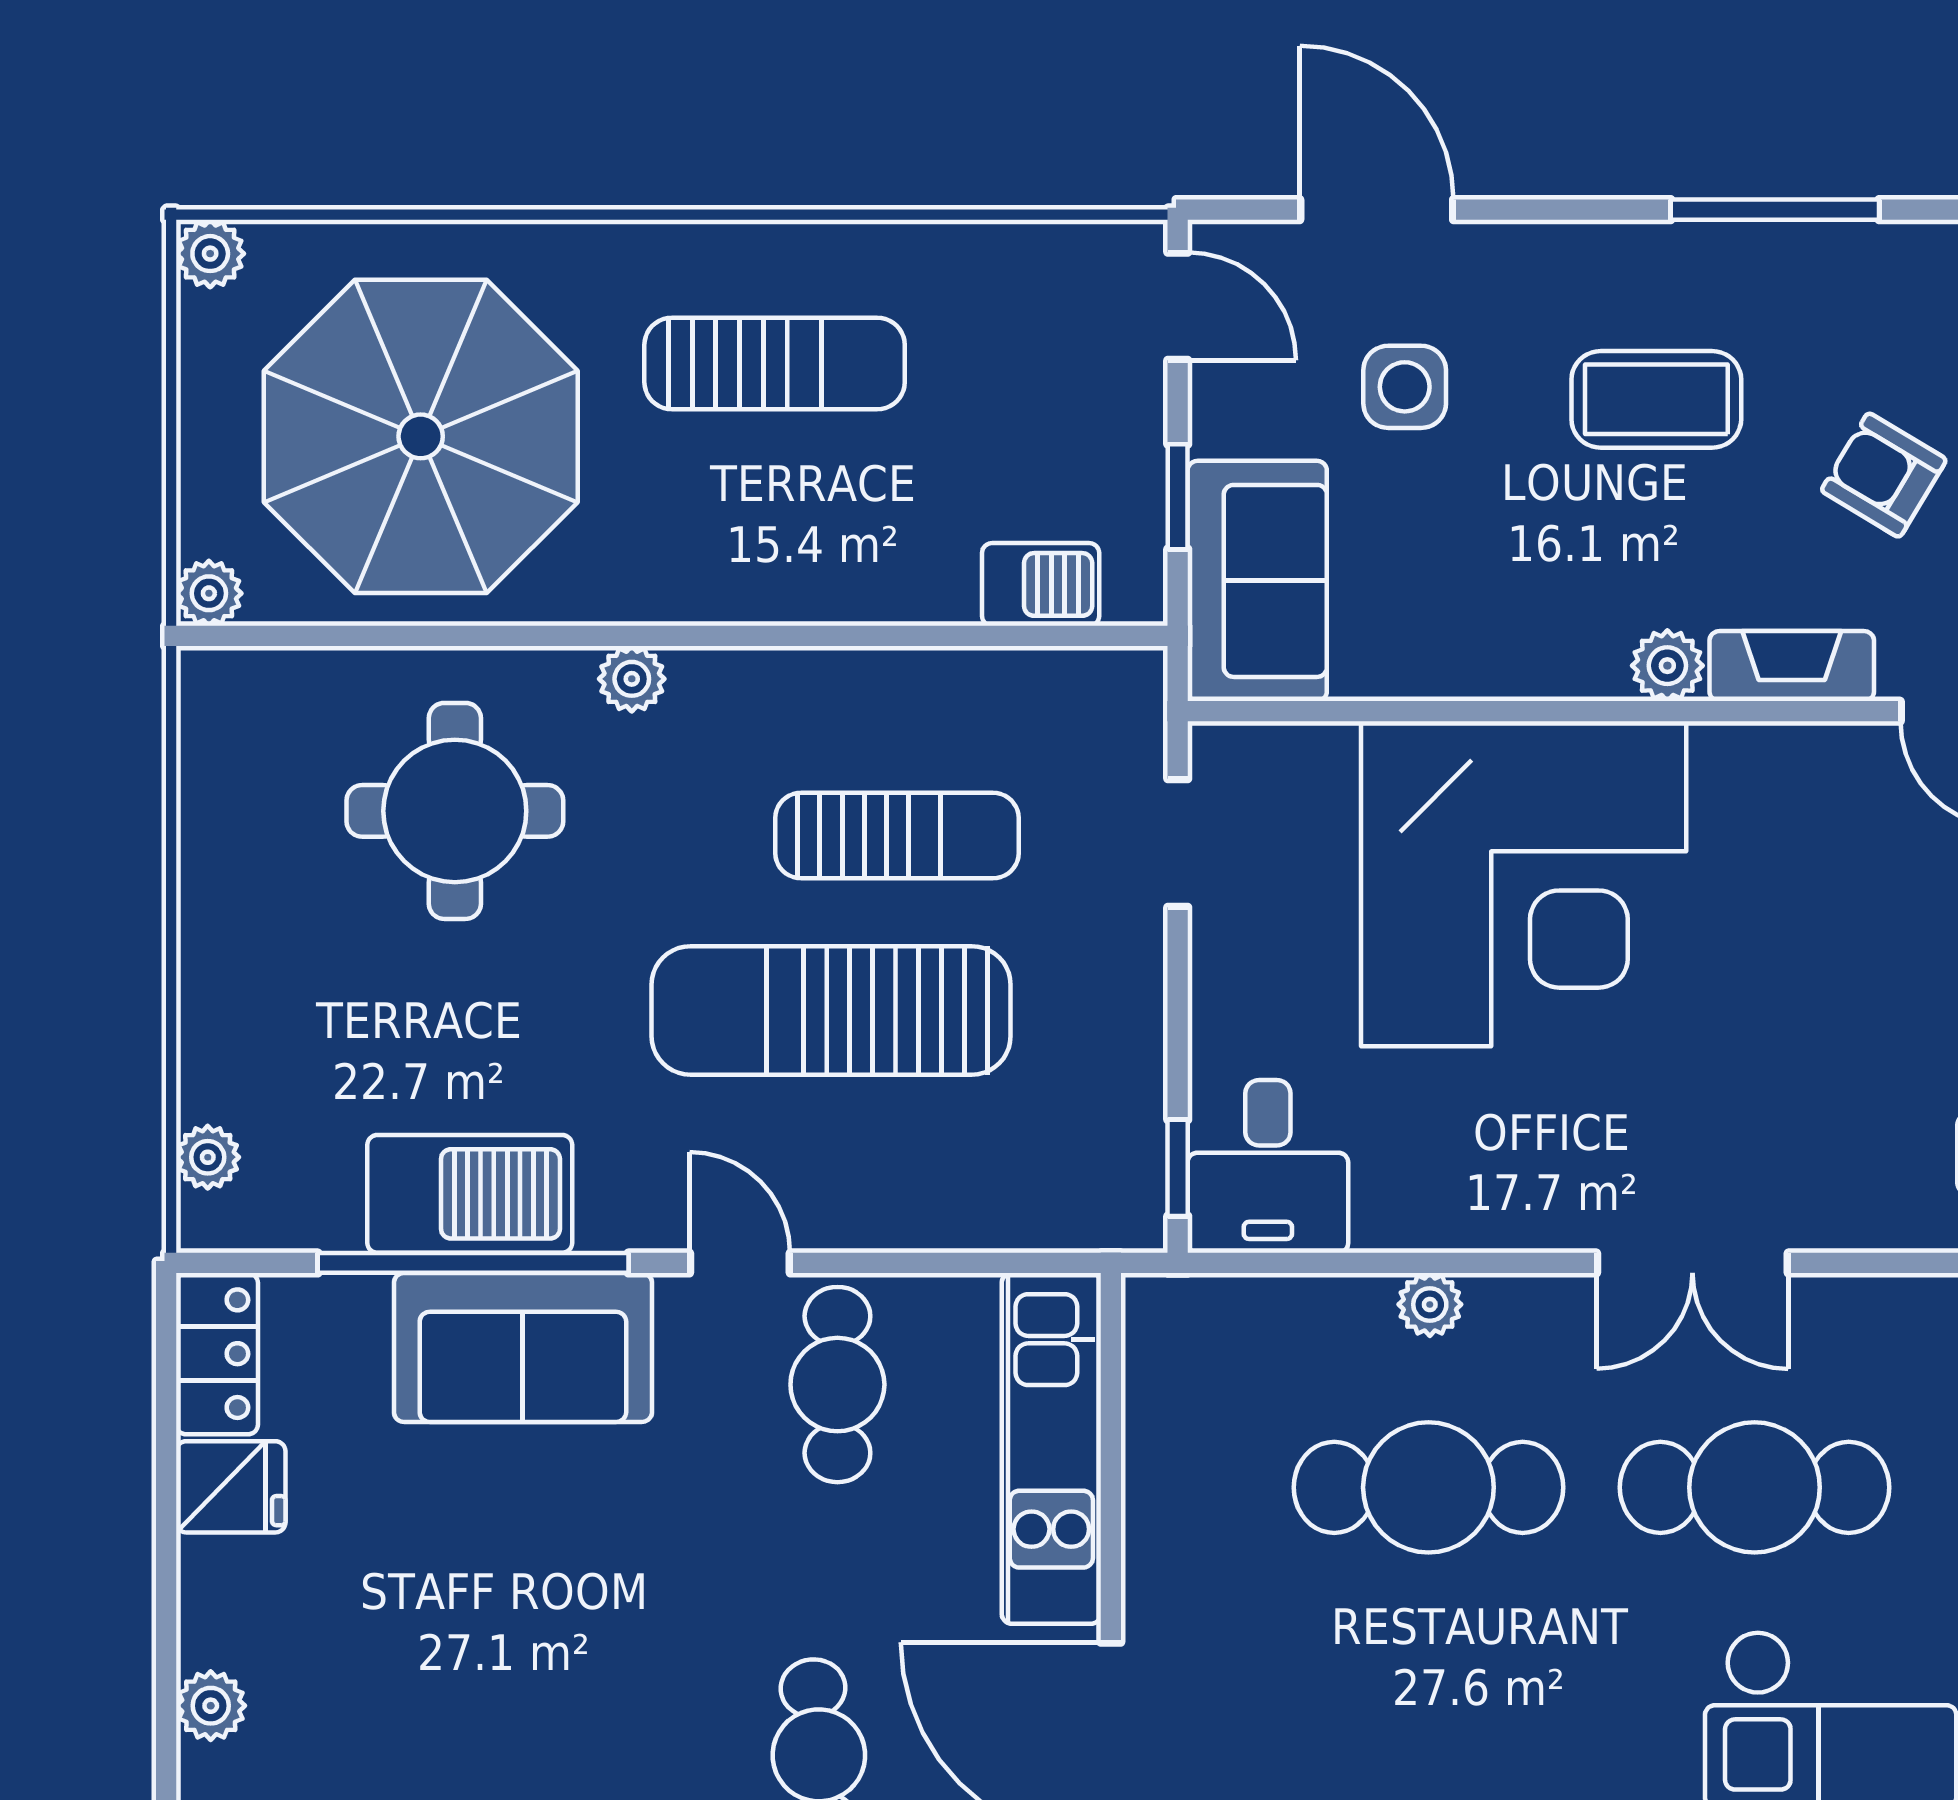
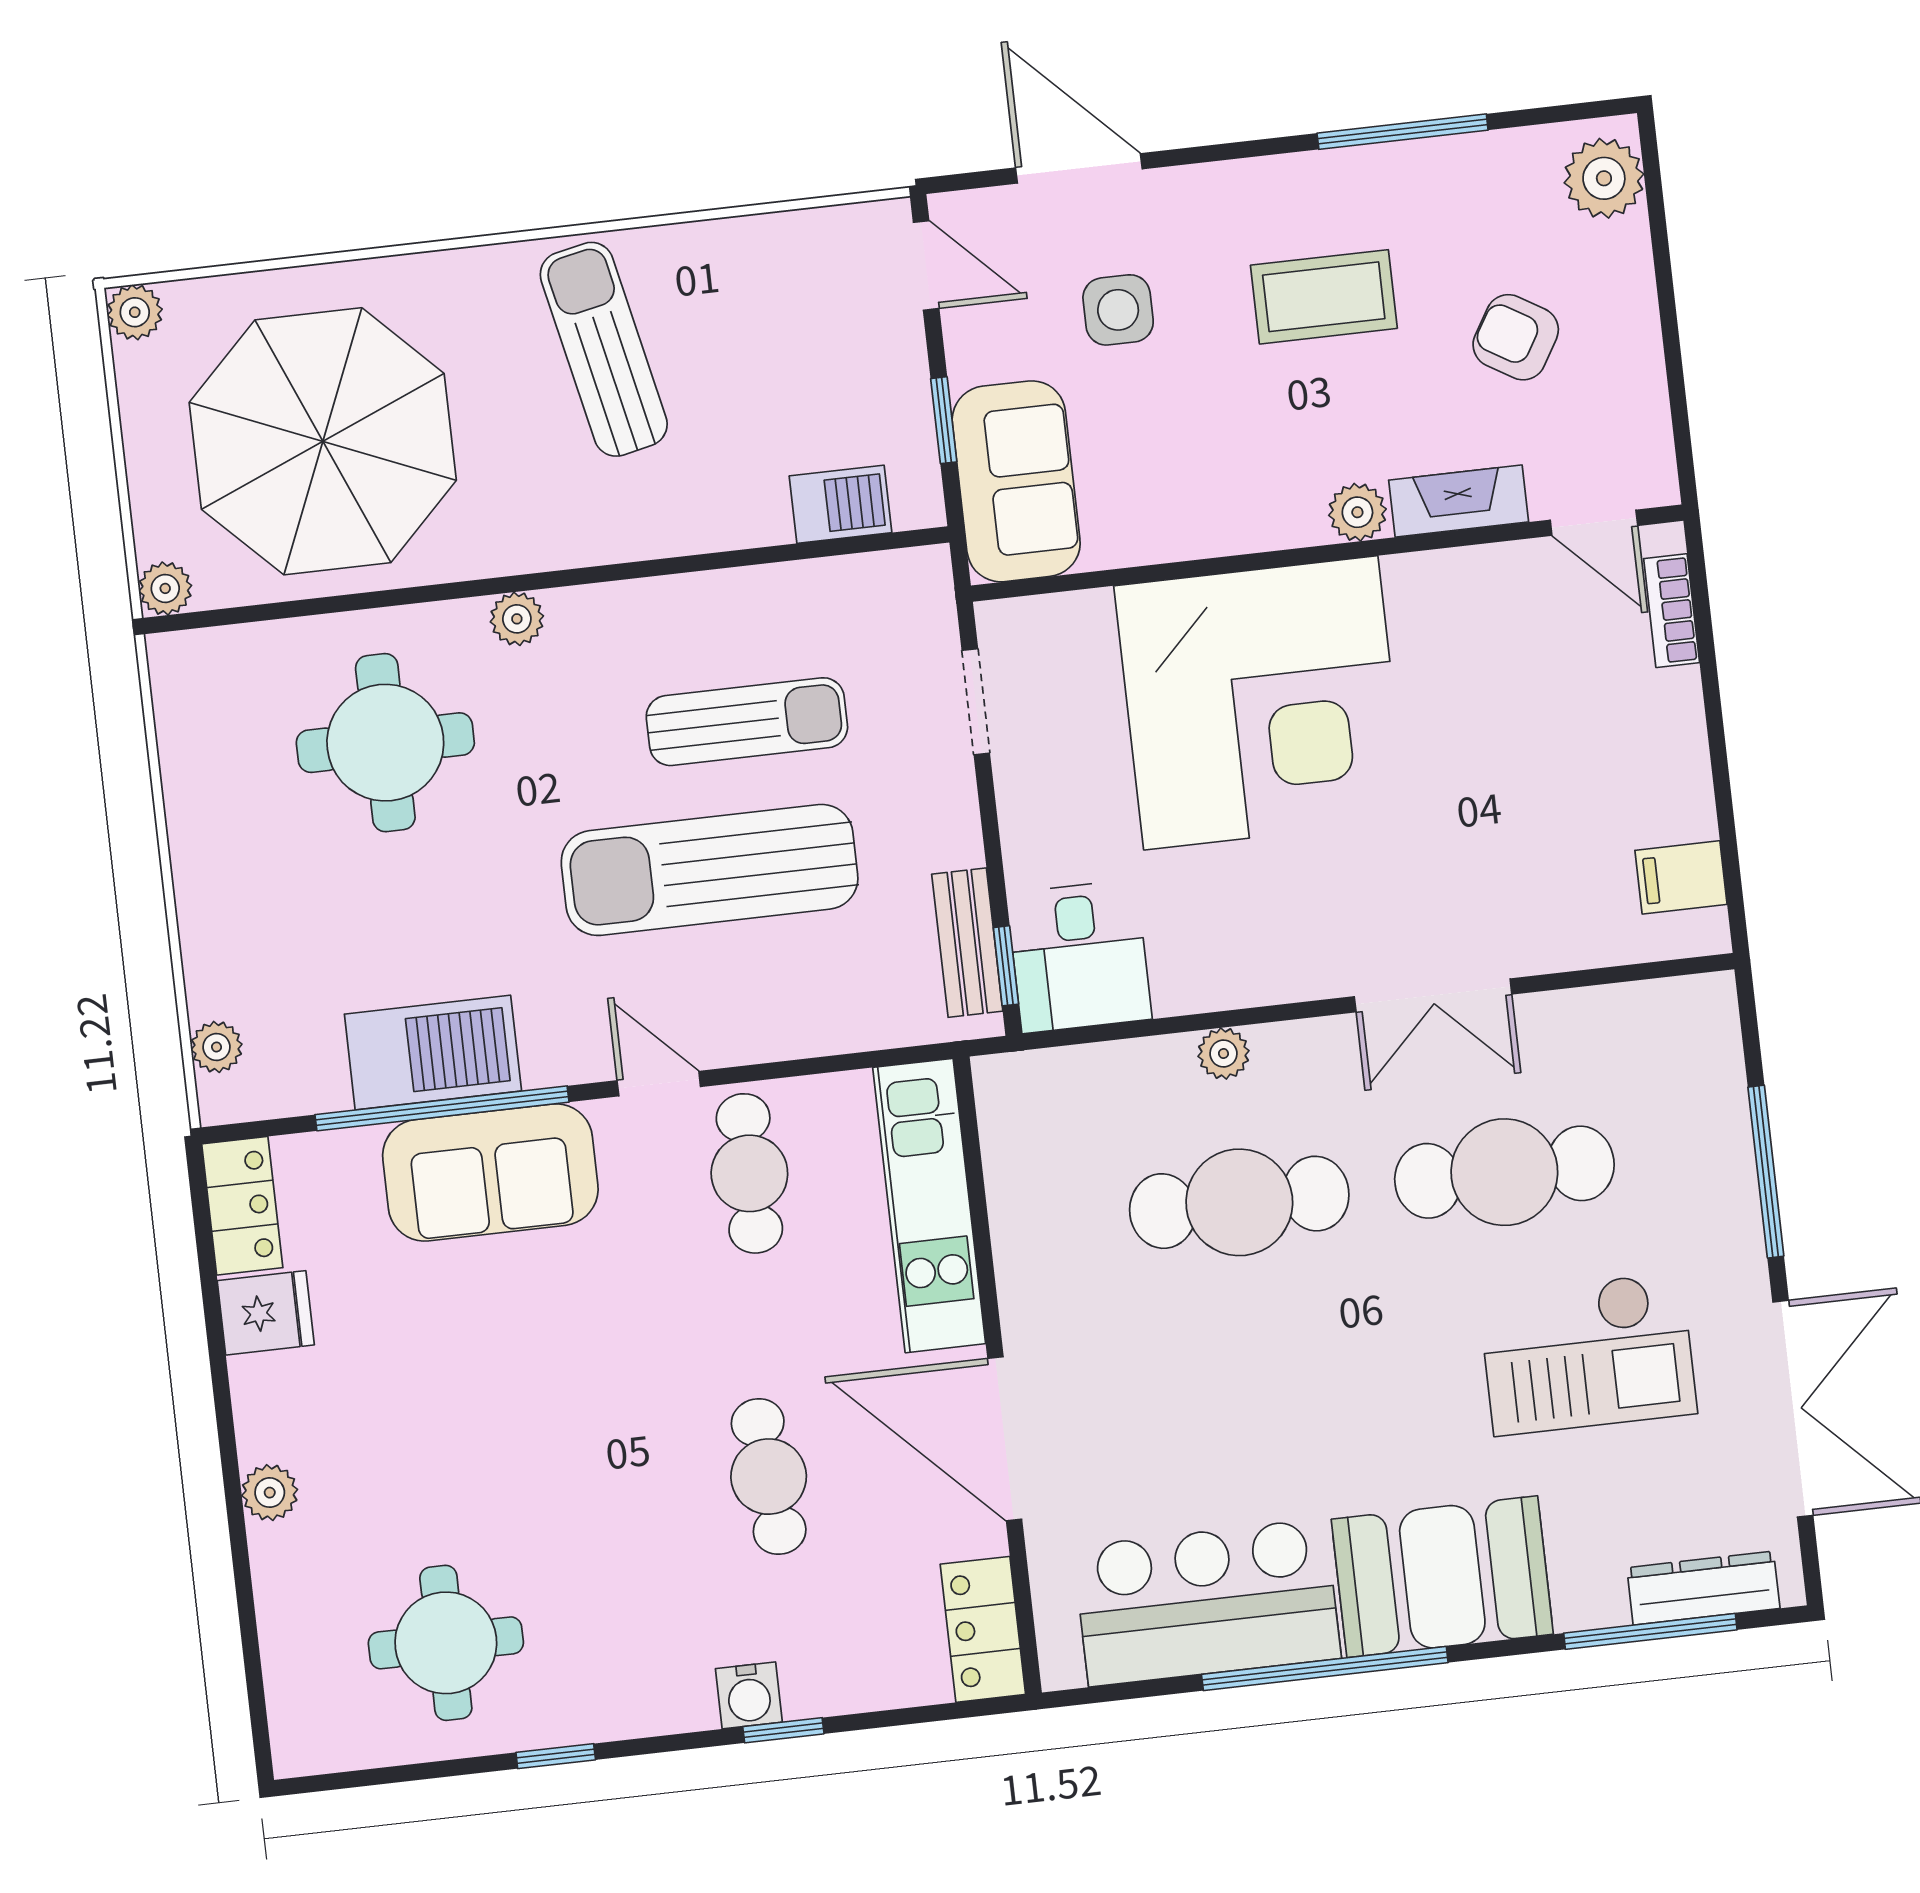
sun lounger: (775, 363) -> (604, 349), turned -102
bench: (1134, 1134) -> (967, 943), added

